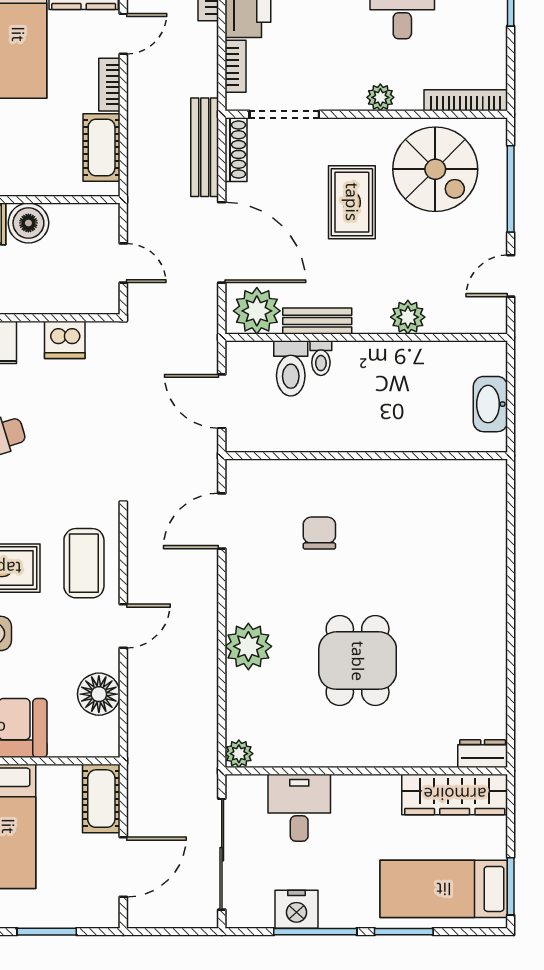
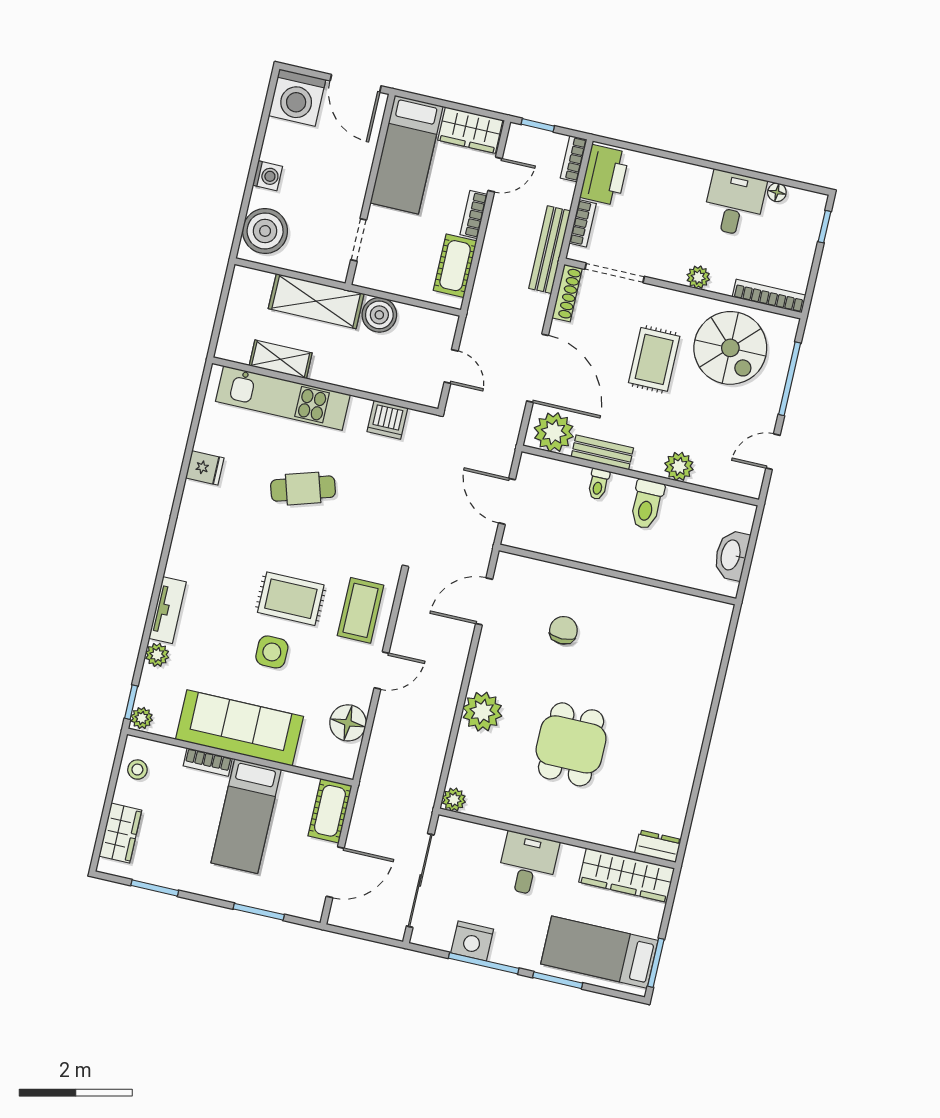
bench: (205, 147) -> (550, 250), moved
toilet: (291, 368) -> (647, 504), moved
desk: (299, 808) -> (528, 864), moved

